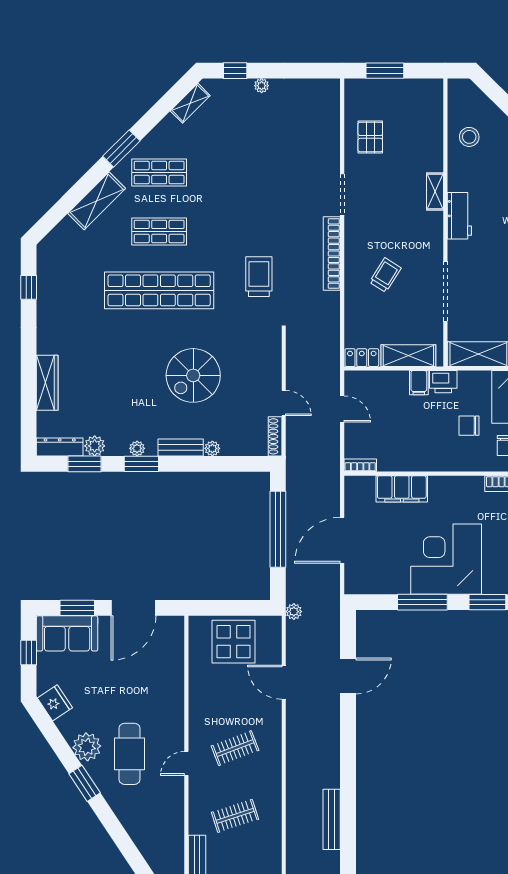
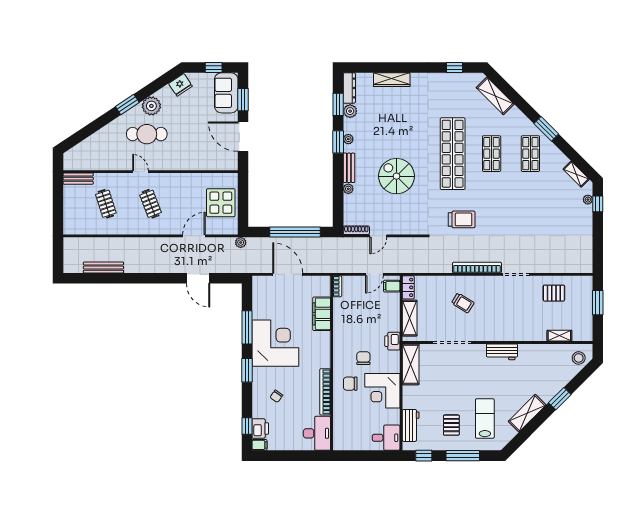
plant: (262, 86) -> (588, 200), moved
stool: (469, 137) -> (579, 358), moved
shelving: (435, 192) -> (559, 336), moved
shelving: (97, 201) -> (495, 96), moved
filing cabinet: (419, 383) -> (392, 286), moved

